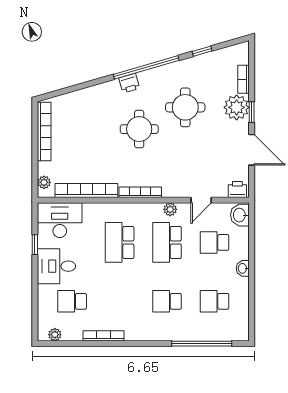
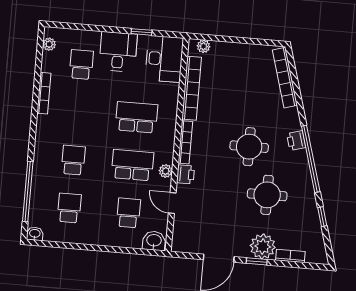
bookcase: (44, 131) -> (285, 78), moved, turned 74
printer: (237, 190) -> (185, 174), moved
washbasin: (243, 268) -> (35, 234), moved

